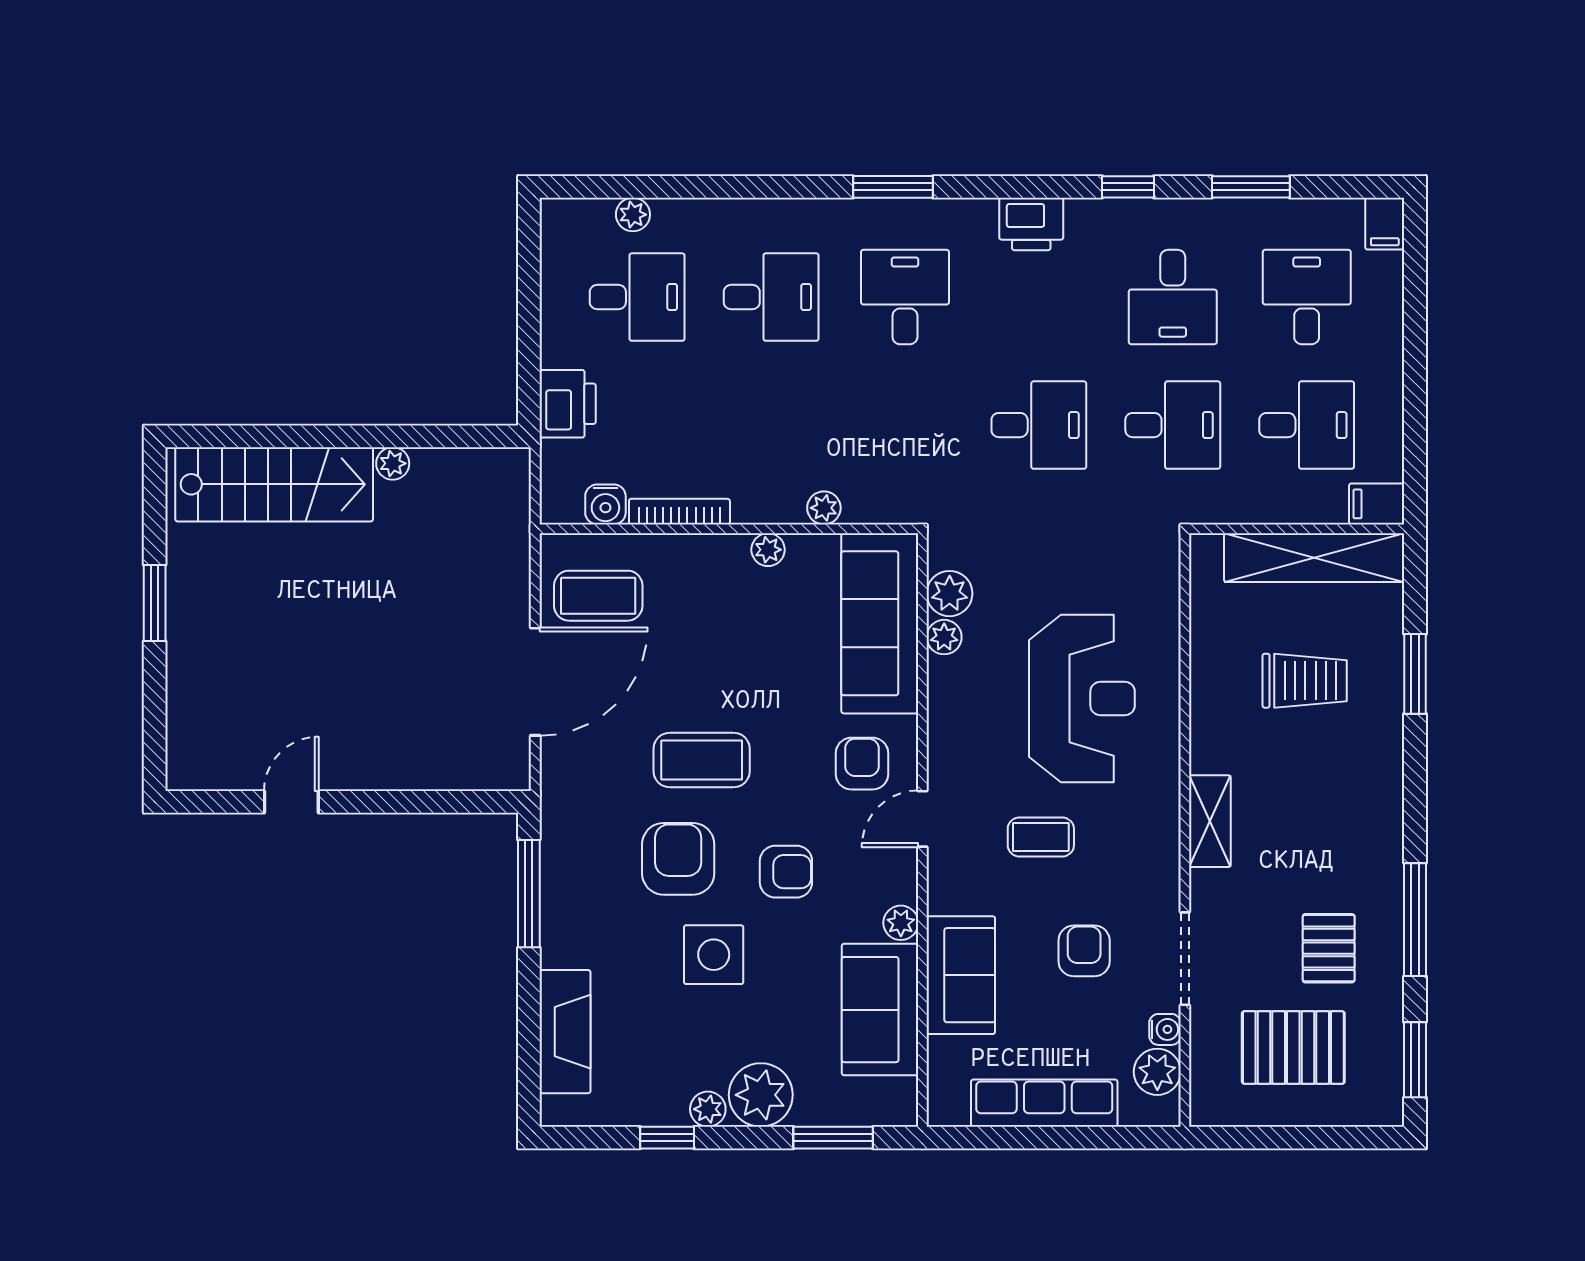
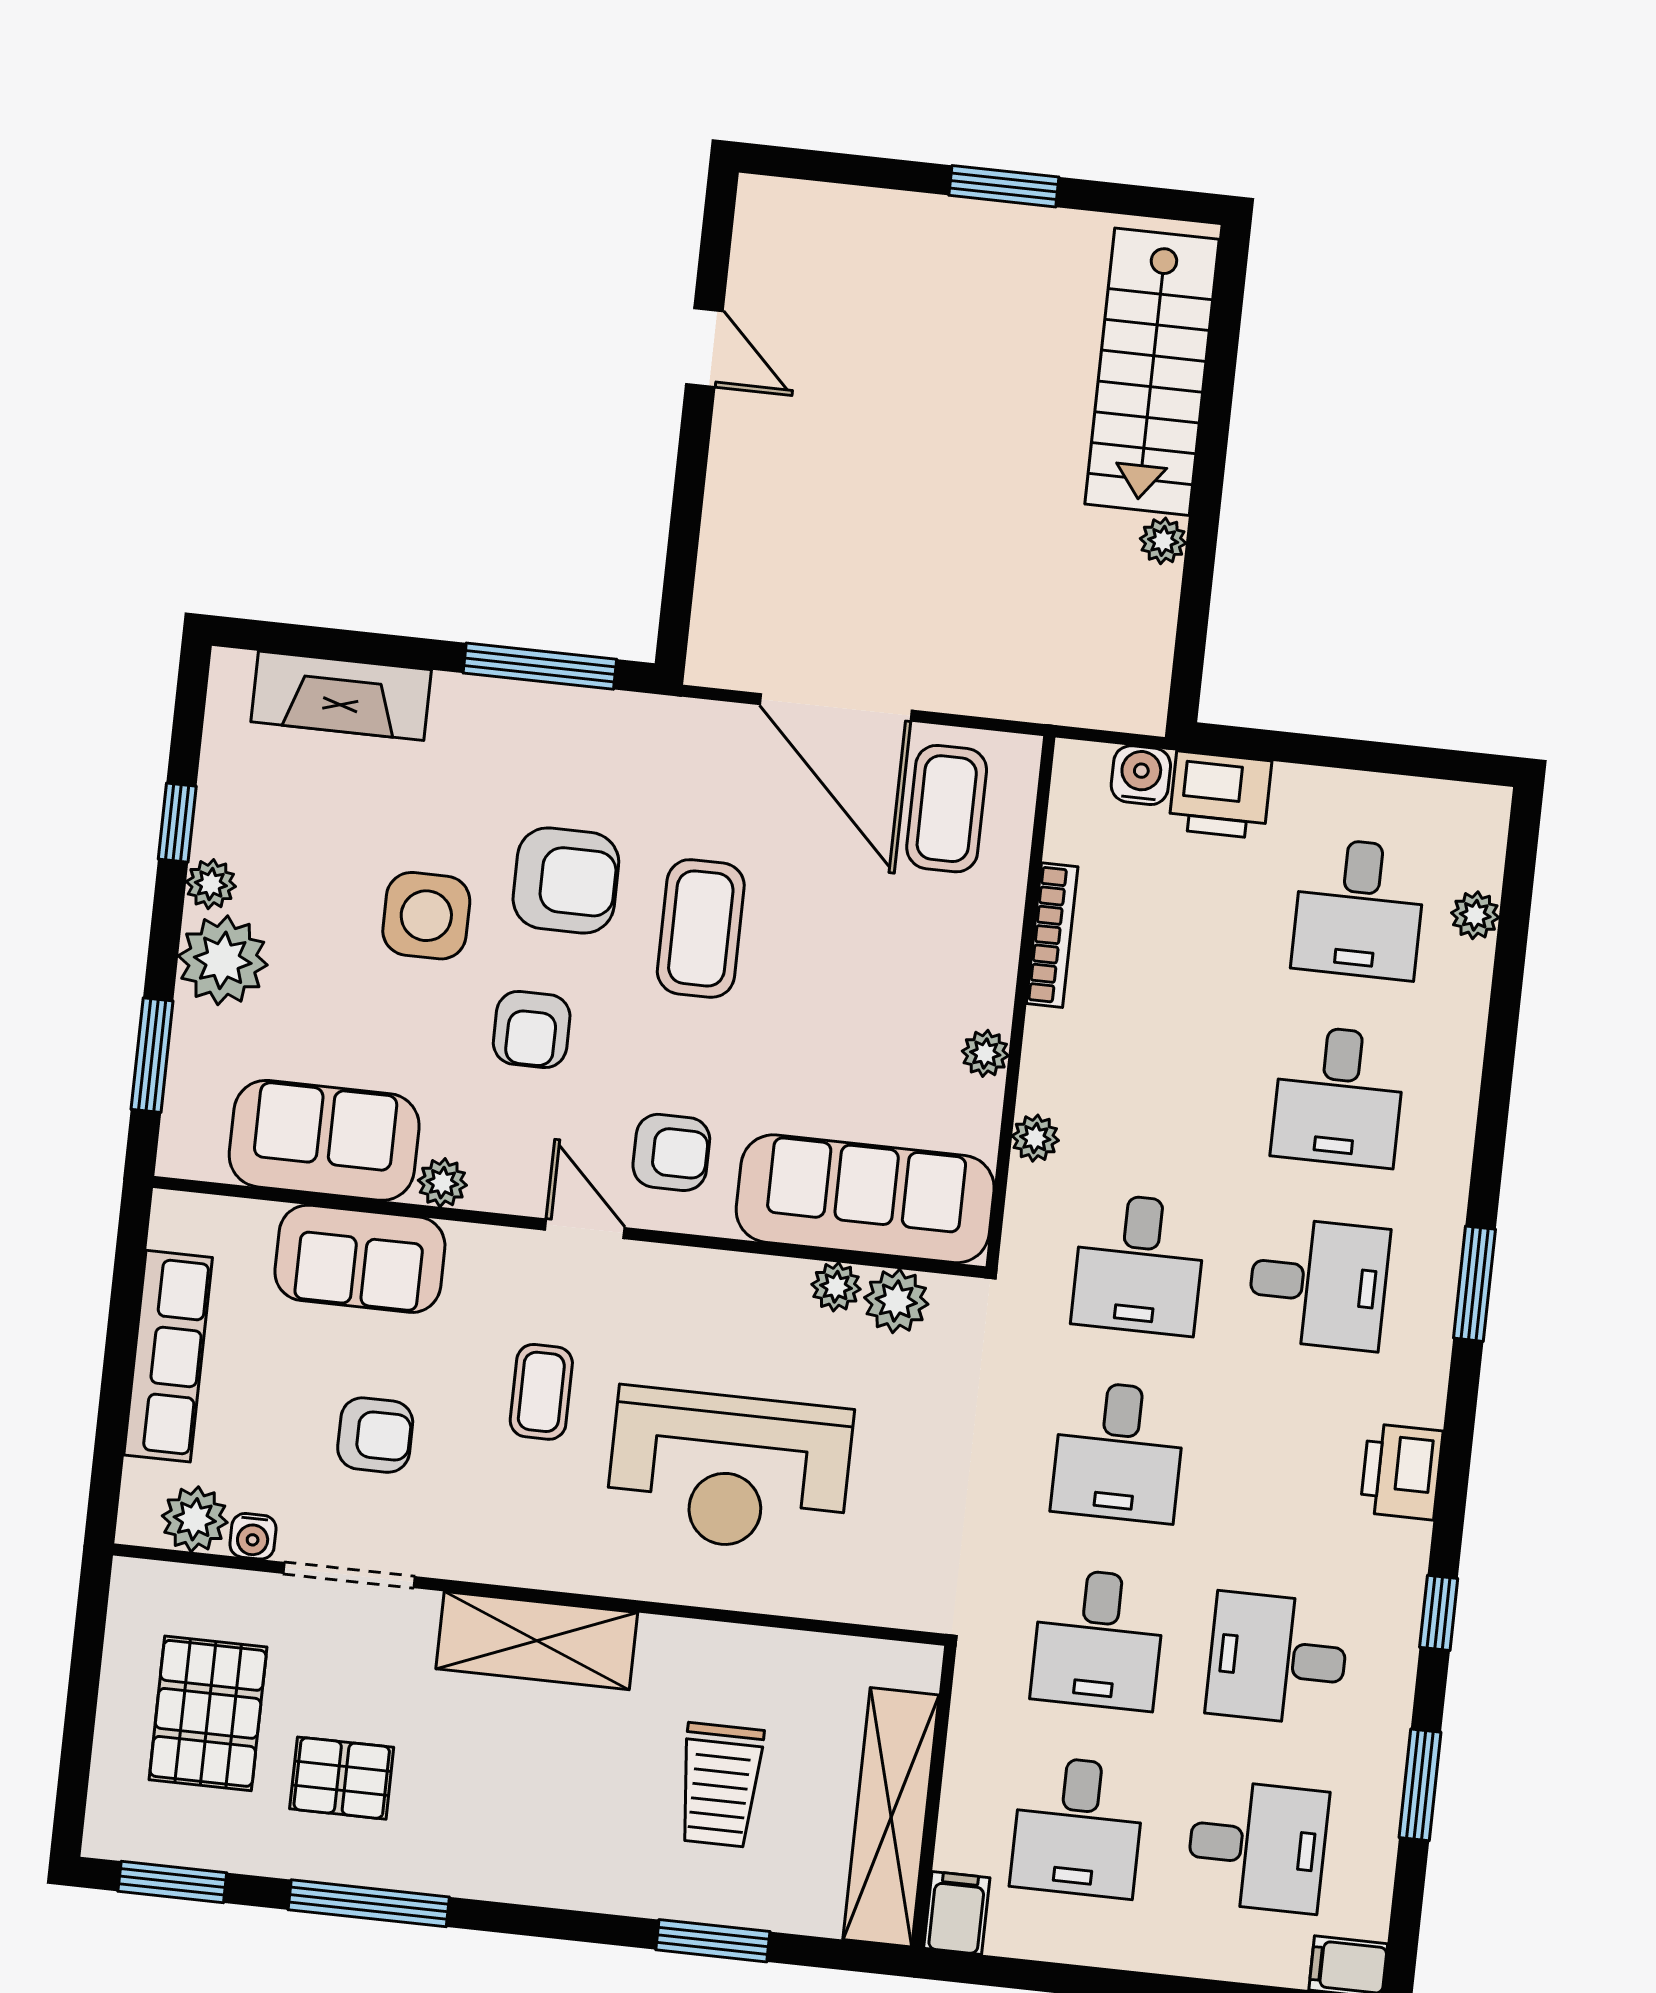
desk: (905, 425) -> (1139, 1264), added
water cooler: (605, 504) -> (1141, 775), moved, turned 90
shelving: (1210, 821) -> (537, 1641), width x1.50, depth x1.33

